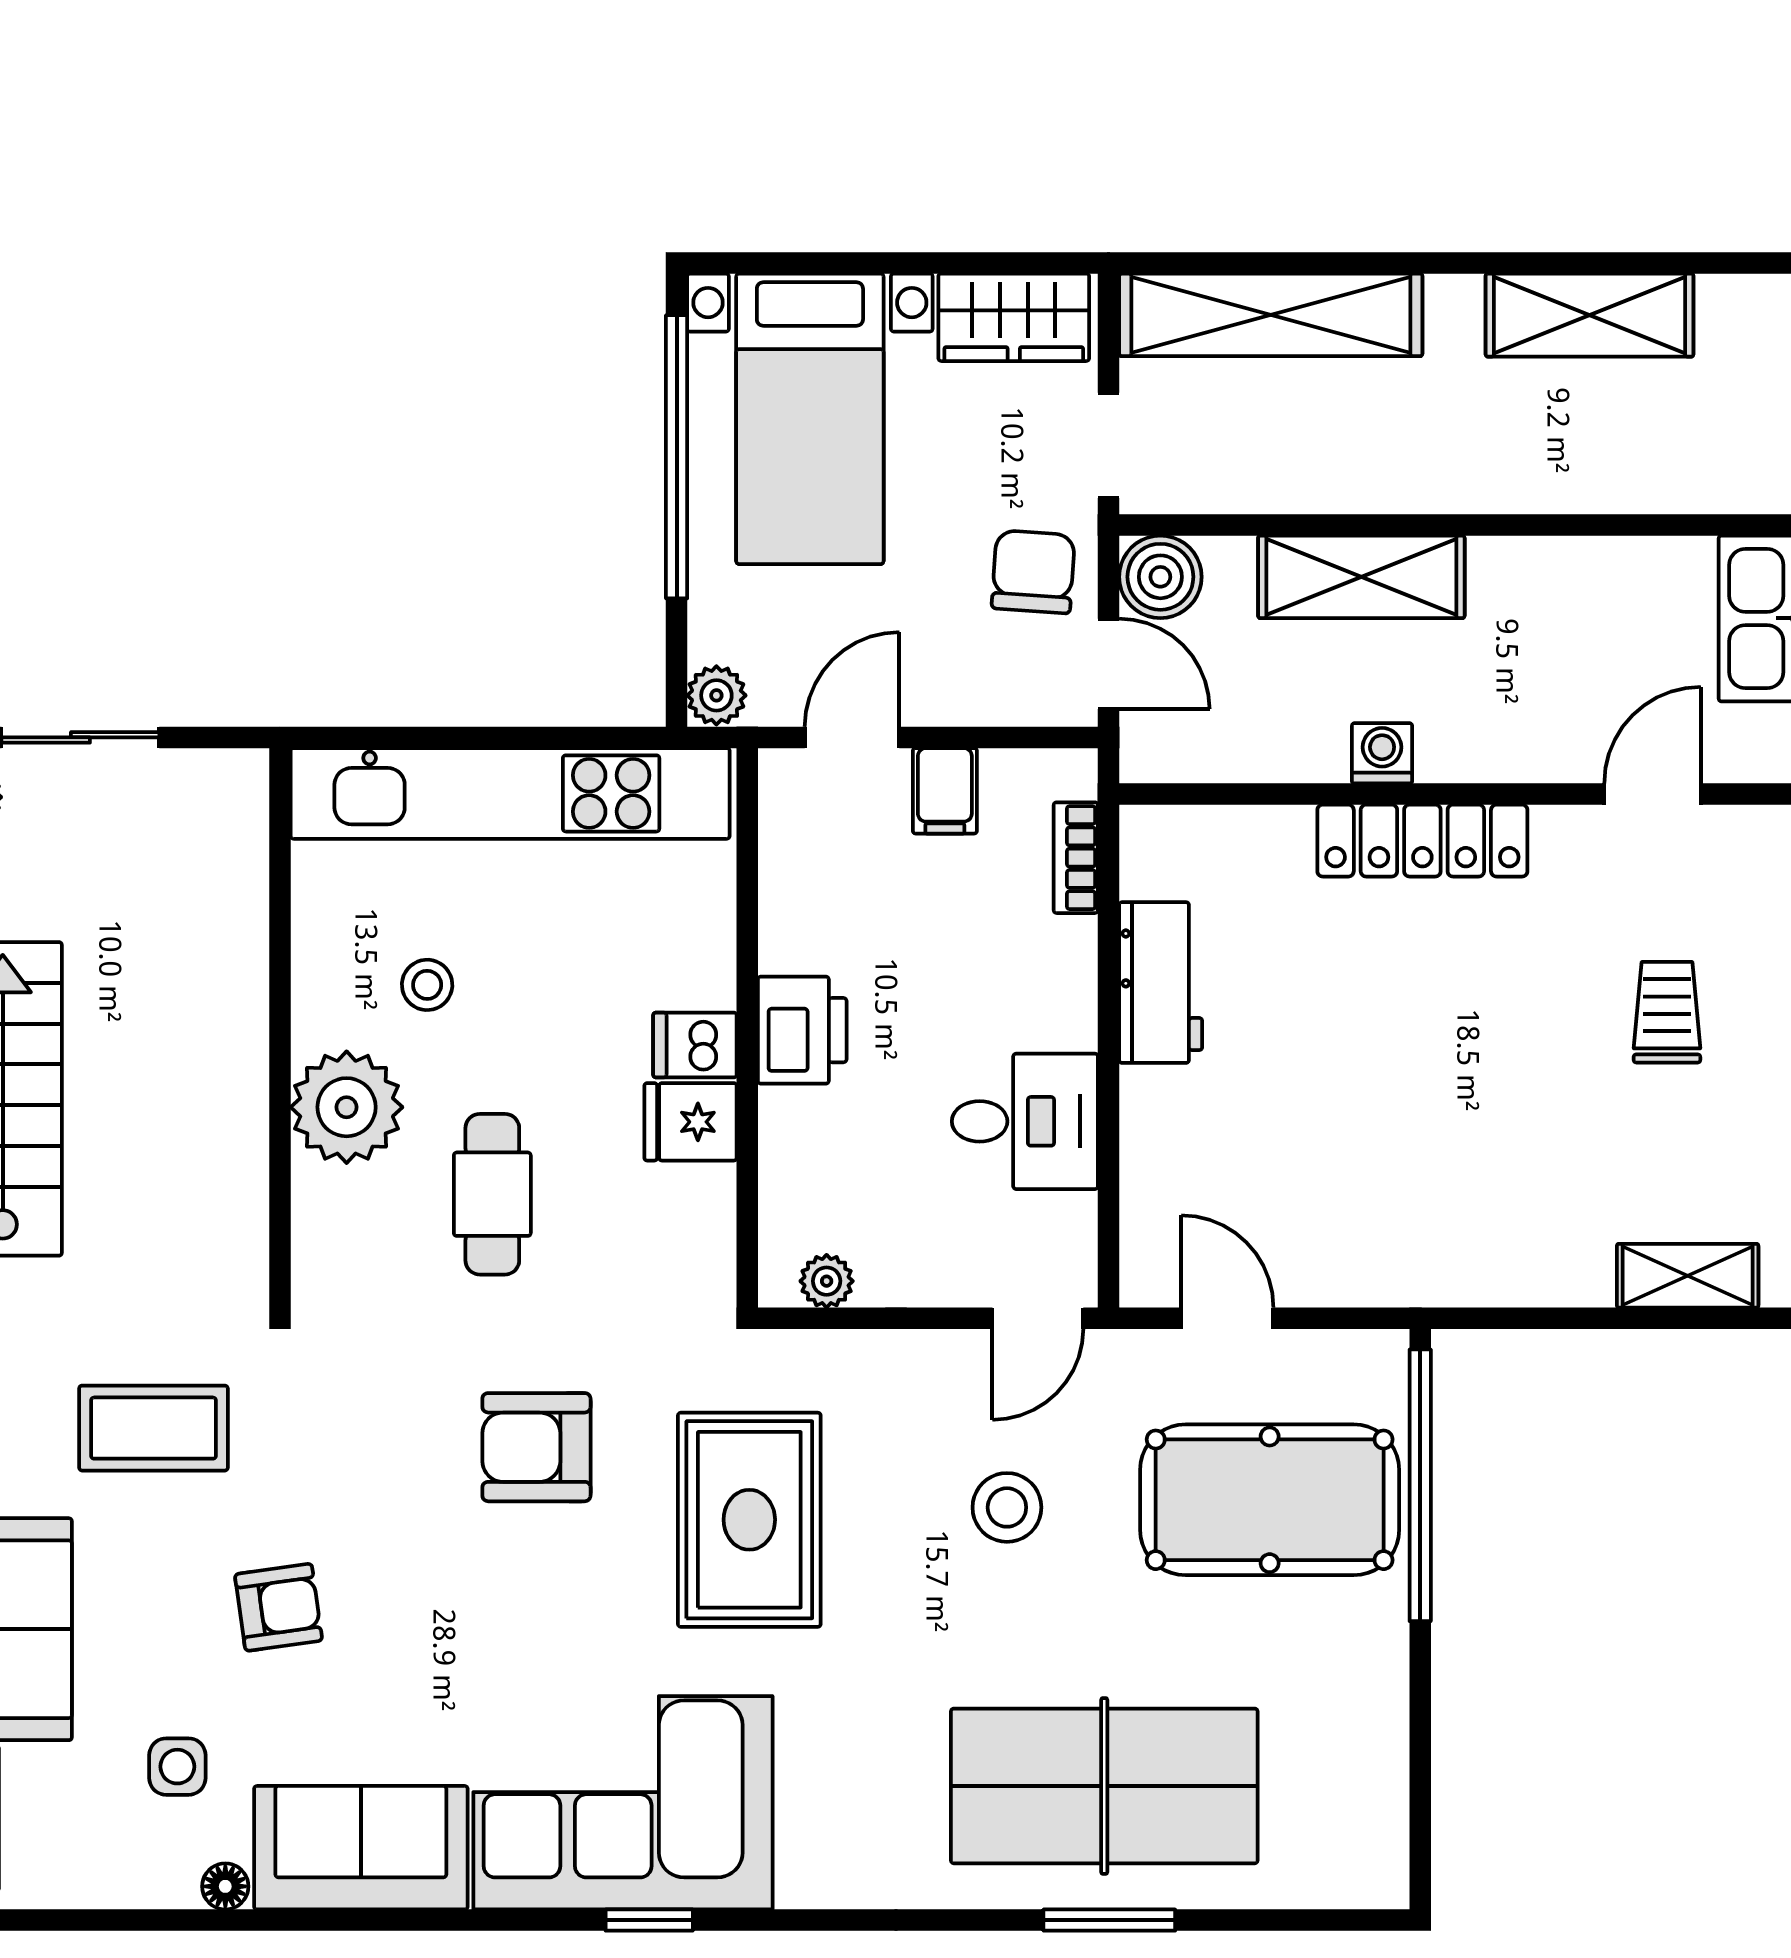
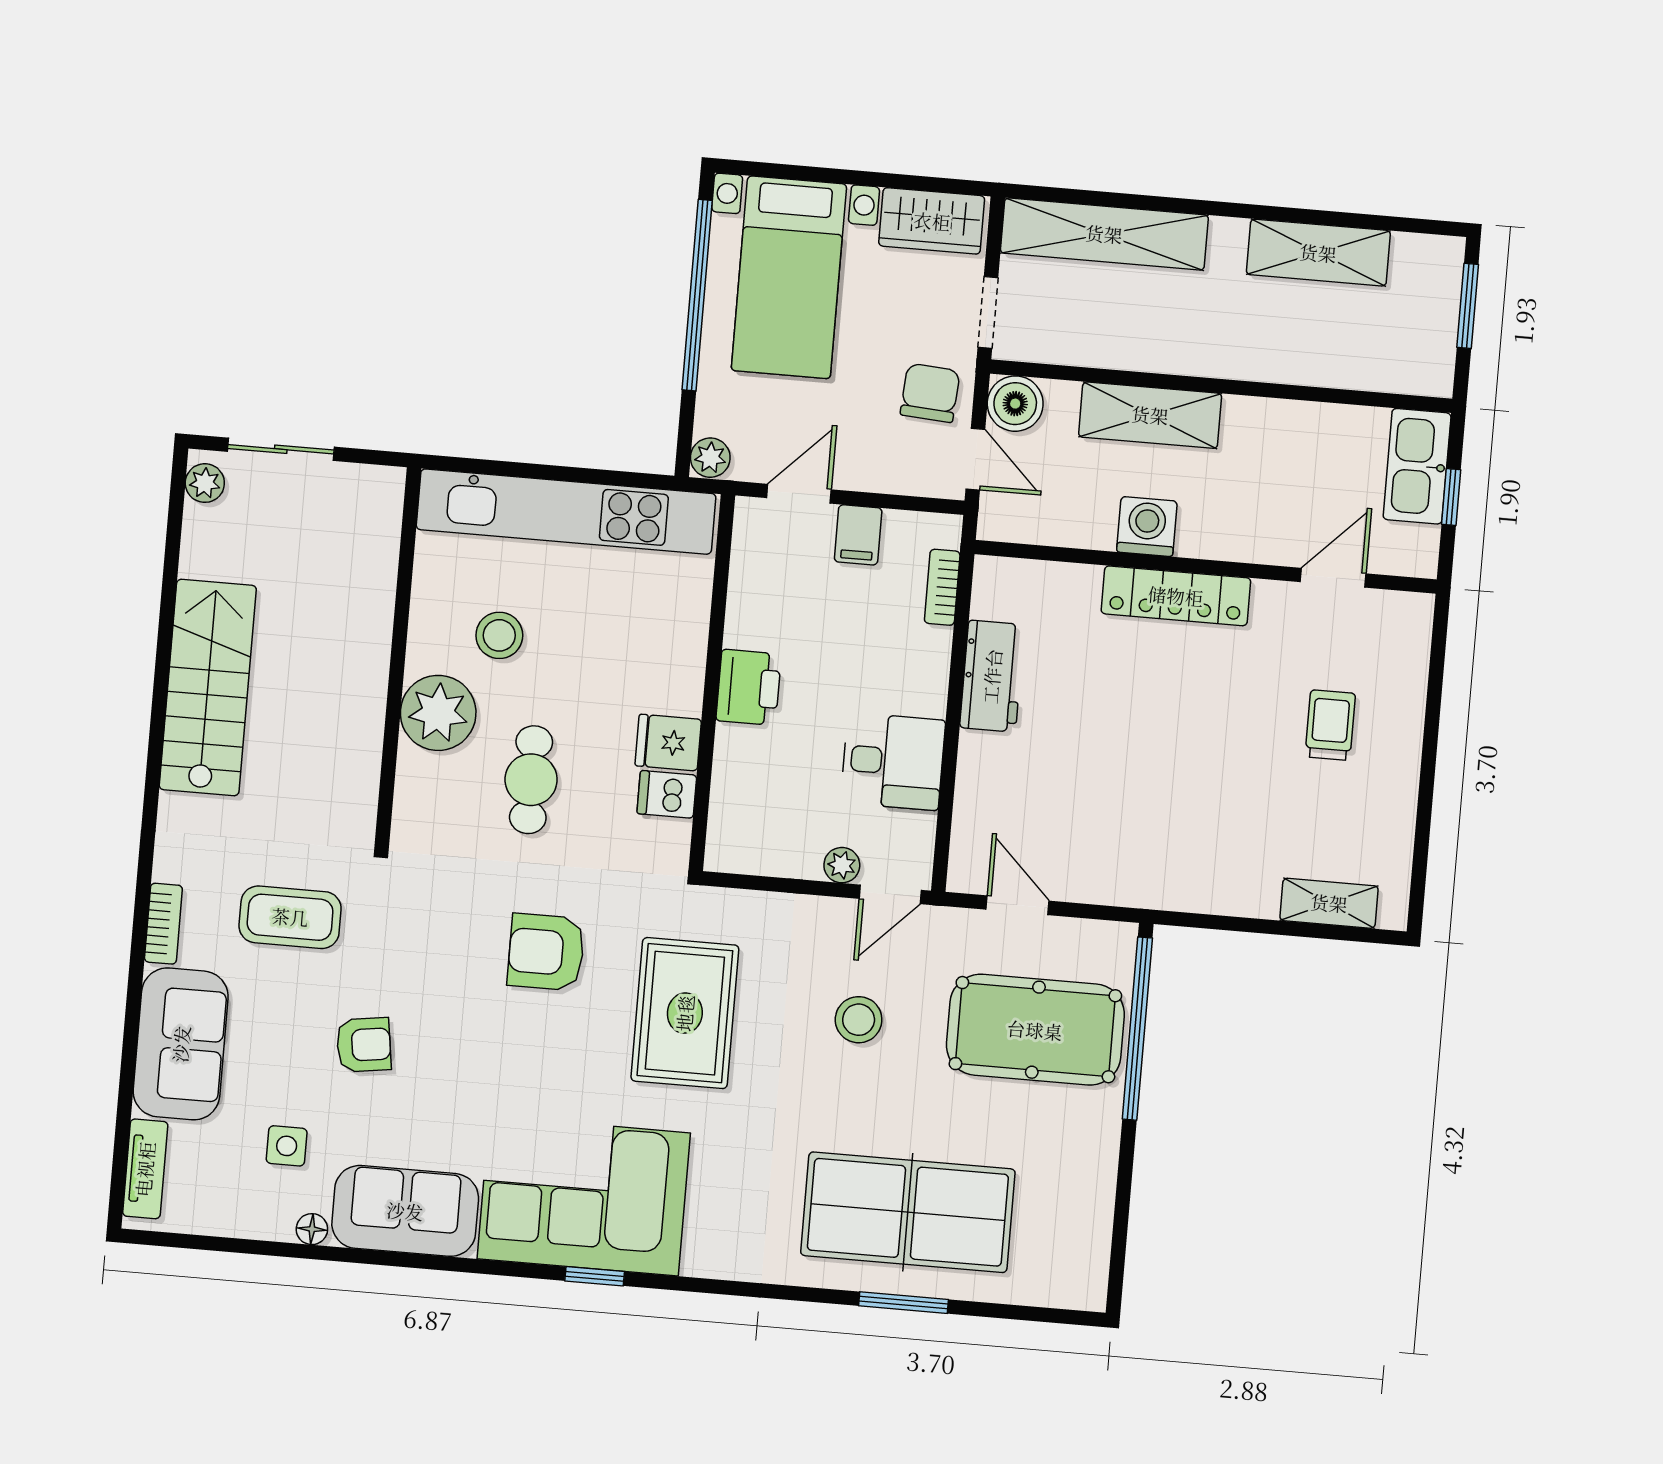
washing machine: (1382, 753) -> (1147, 527), width x1.38, depth x1.38
stool: (427, 985) -> (499, 635), width x1.37, depth x1.37
dishwasher: (695, 1045) -> (667, 794), moved
plant: (827, 1281) -> (842, 865), moved

